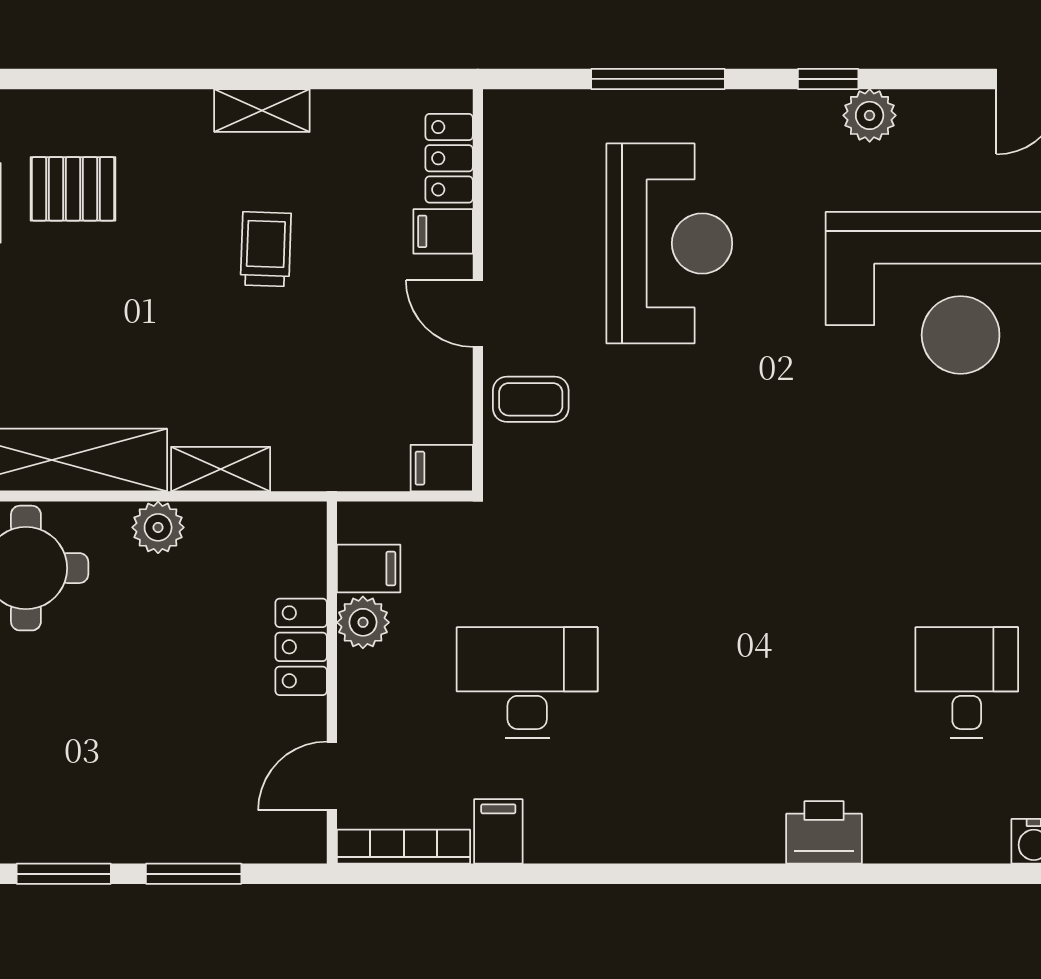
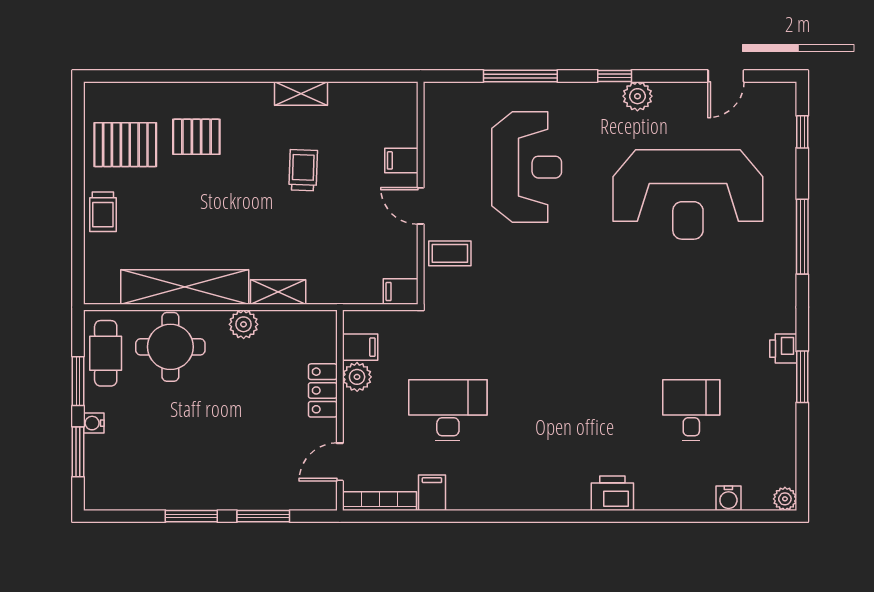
locker: (449, 158) -> (405, 120), removed

